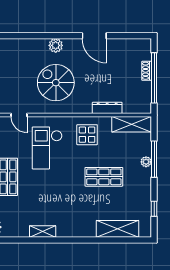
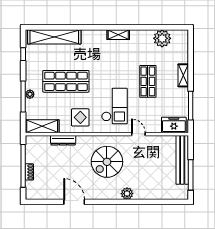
plant: (56, 45) -> (127, 194), moved
spiral stairs: (56, 83) -> (107, 162), turned 90
shop shelf: (104, 177) -> (66, 81), width x1.43, depth x1.36
shelving: (118, 229) -> (54, 37), width x1.47

